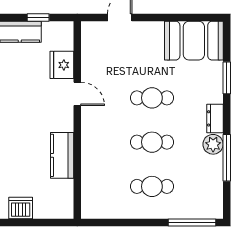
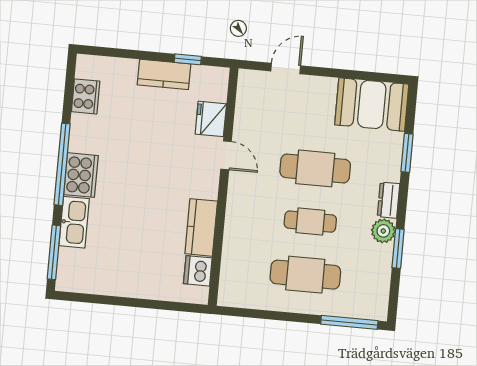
cafe table: (152, 98) -> (315, 168), width x1.37, depth x1.35
window: (227, 158) -> (398, 249), width x0.69
cafe table: (152, 186) -> (305, 275), width x1.37, depth x1.35
dishwasher: (21, 208) -> (198, 271), moved, turned -90

